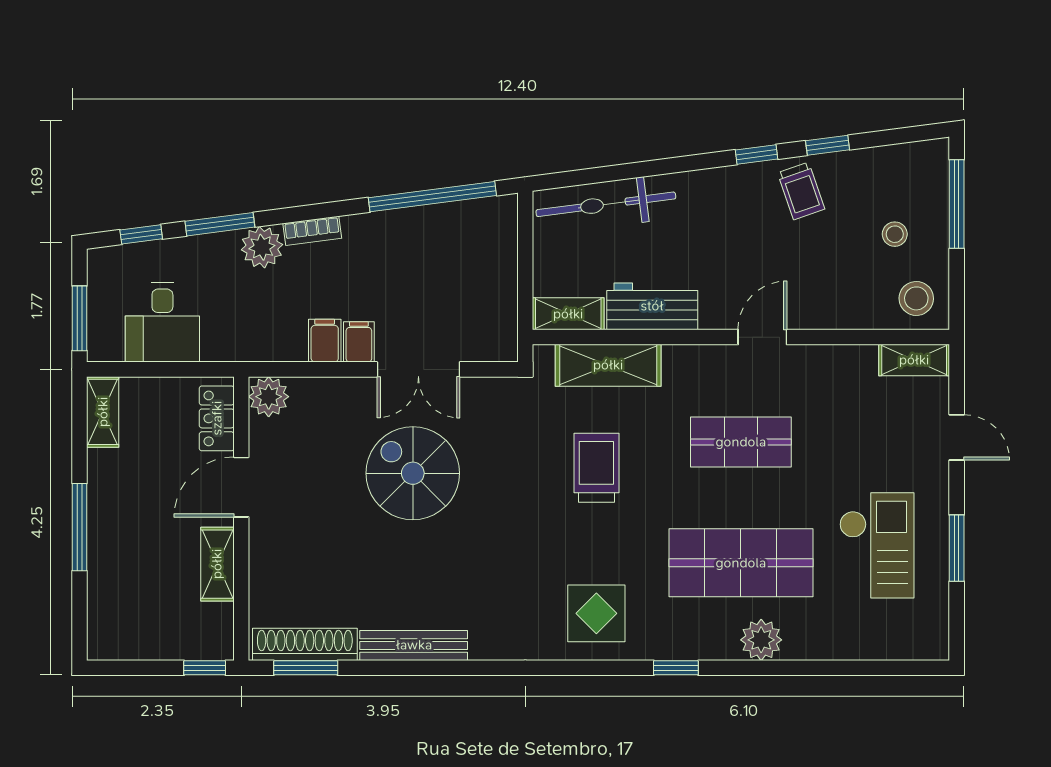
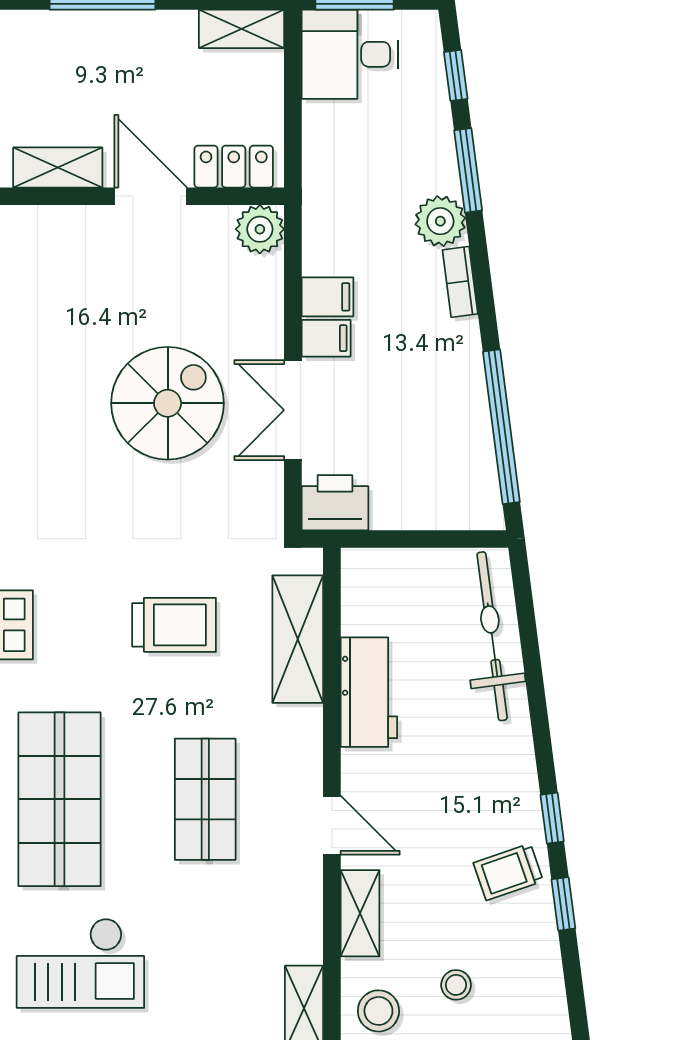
shelving: (568, 314) -> (360, 913), moved
desk: (162, 322) -> (350, 54), moved
printer: (495, 335) -> (335, 503), added

